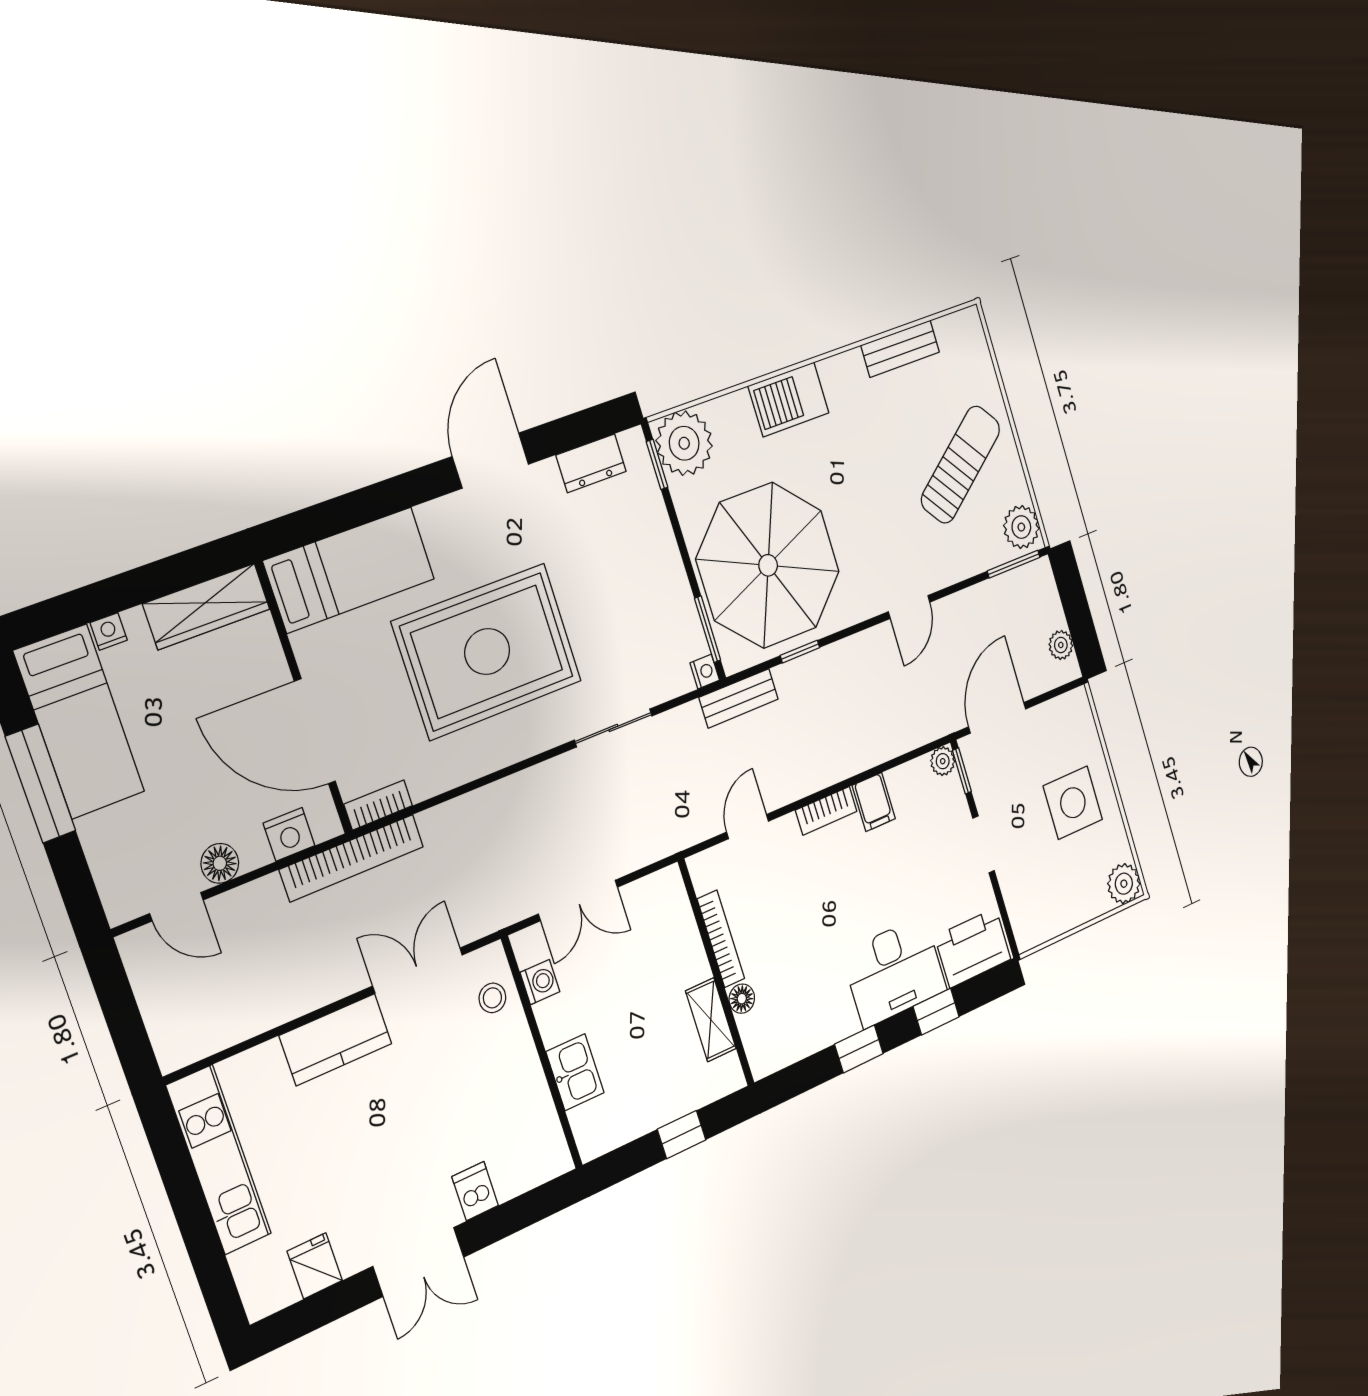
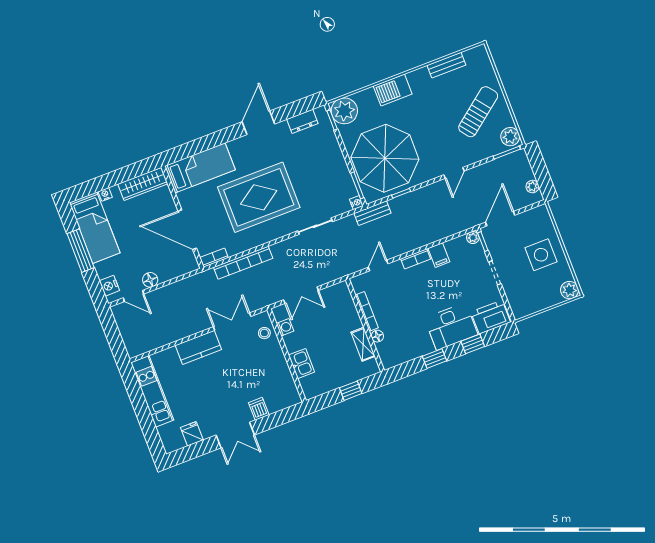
nightstand: (289, 834) -> (109, 286), moved, turned 90
bookcase: (352, 858) -> (243, 263), moved

